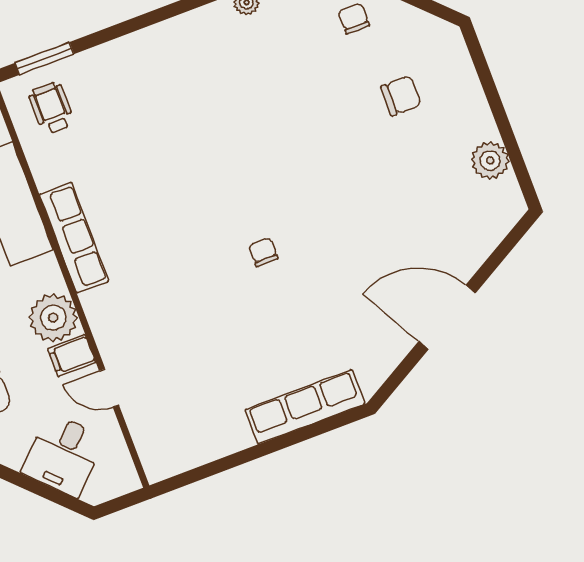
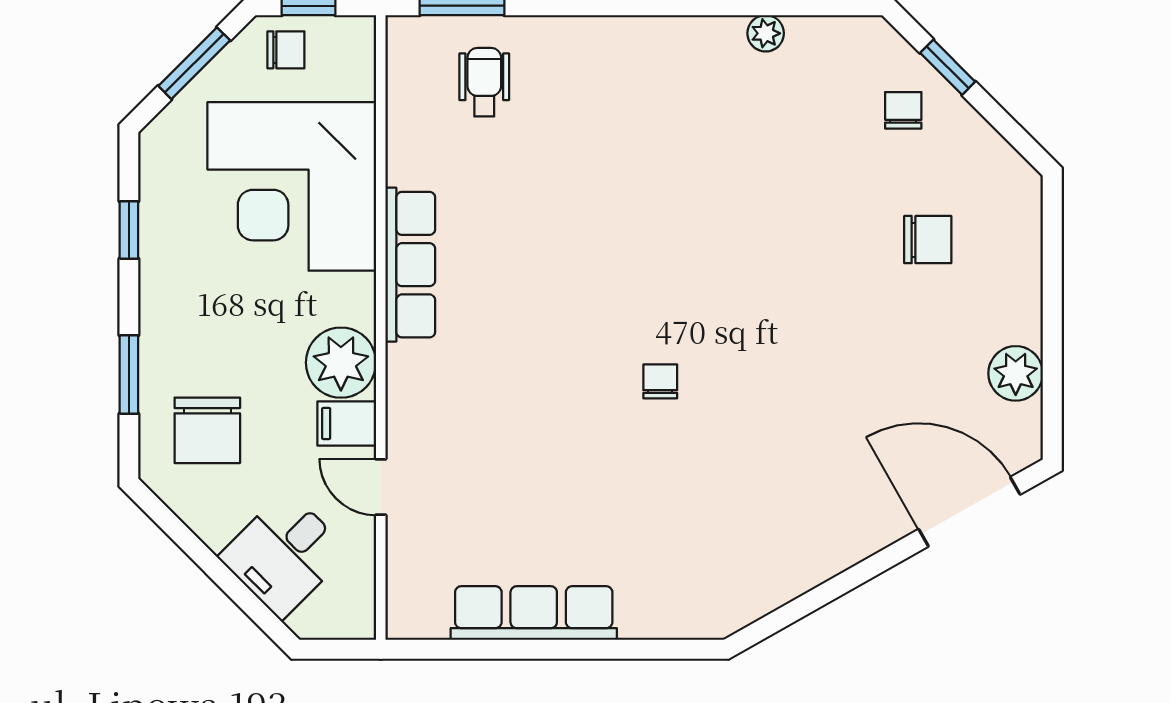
wheelchair: (51, 108) -> (484, 82), moved
door: (447, 317) -> (969, 512), moved
row of seats: (305, 407) -> (534, 613), moved

